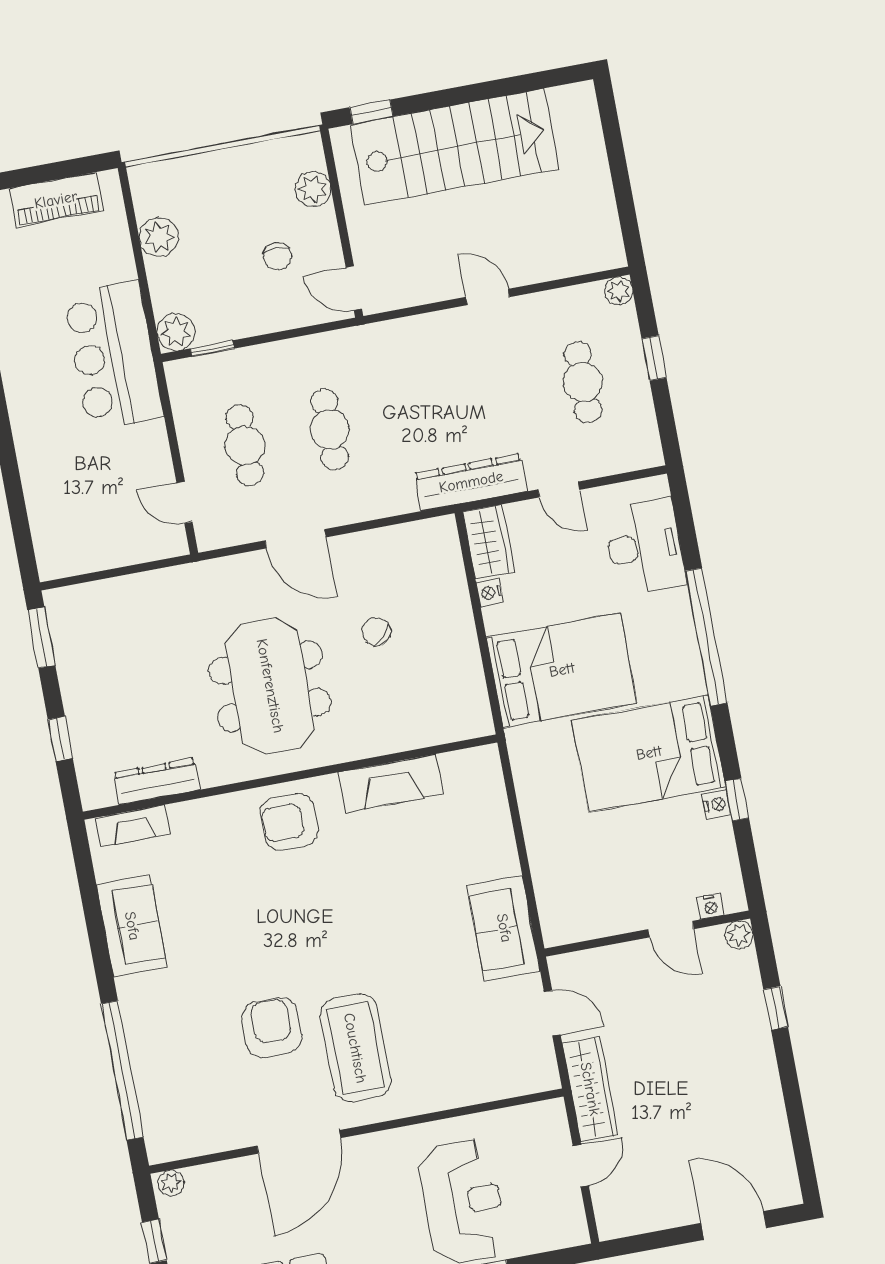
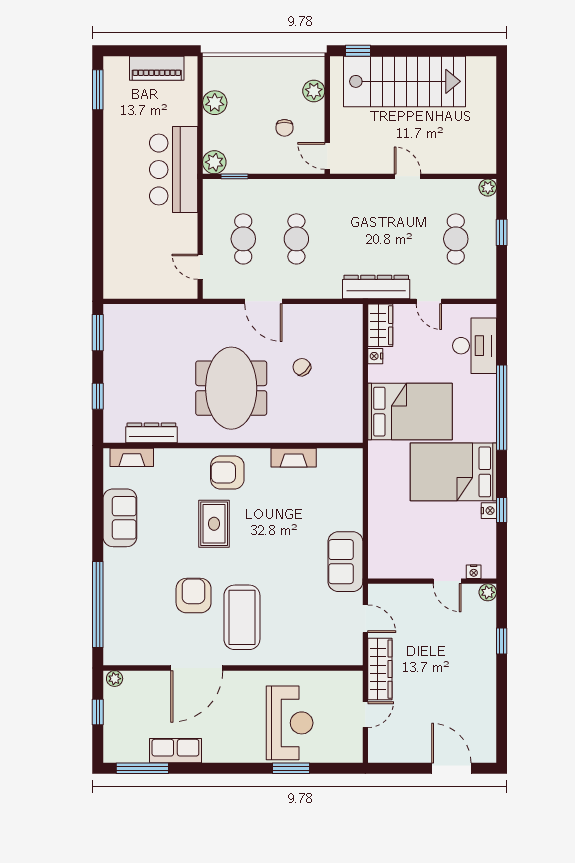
fireplace: (391, 783) -> (294, 458), width x0.73, depth x0.76
rug: (283, 907) -> (214, 524), added

